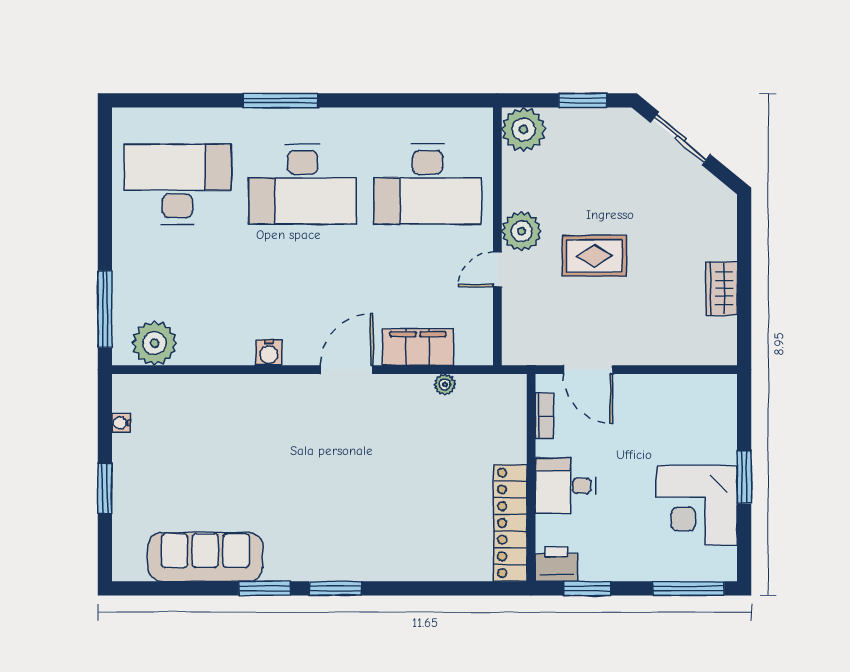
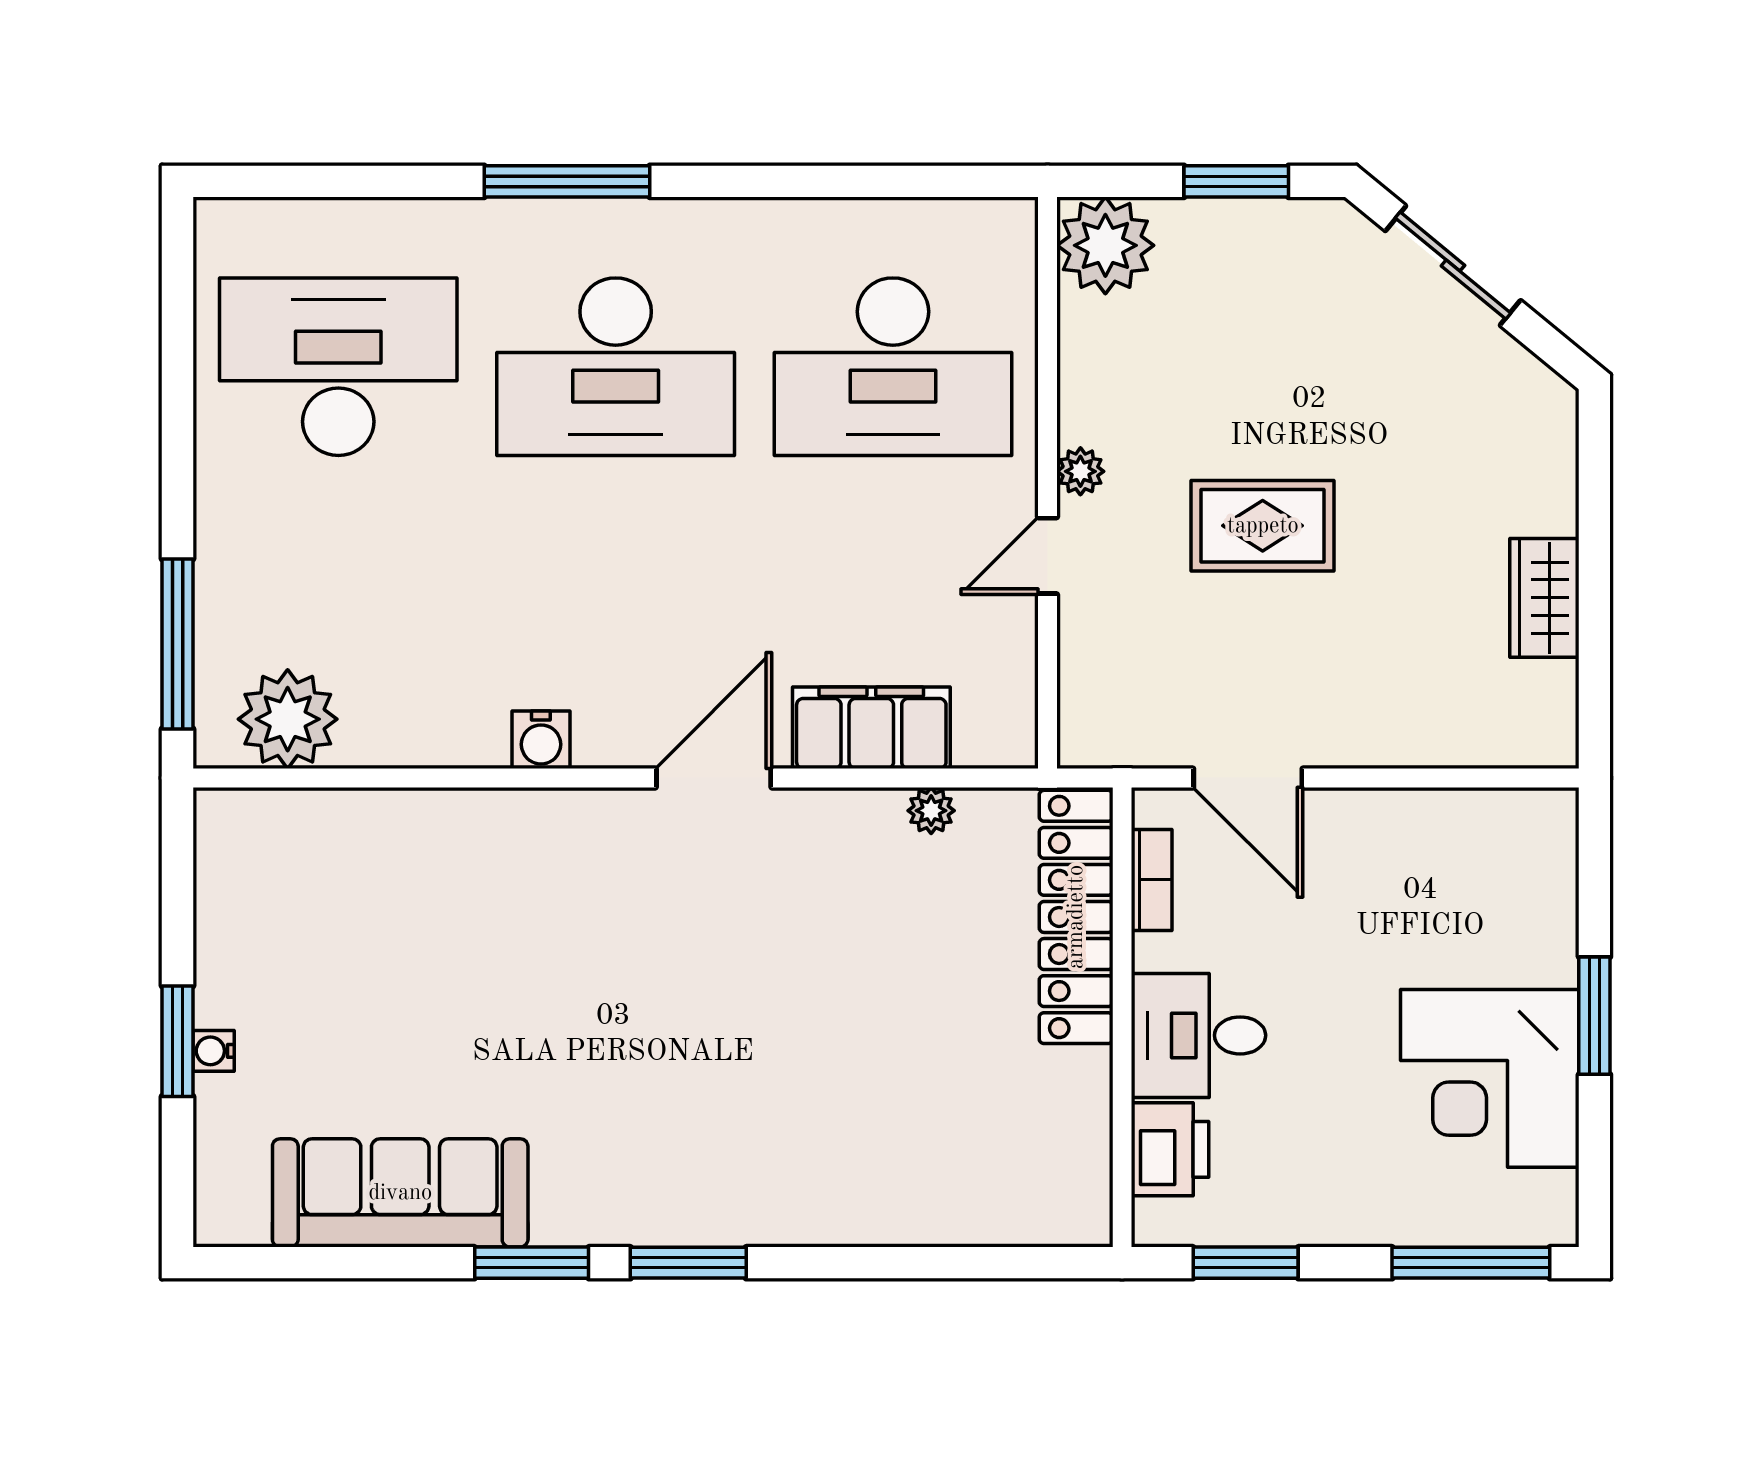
plant: (522, 231) -> (1080, 471), width x0.53, depth x0.53
water cooler: (121, 423) -> (214, 1051), moved
locker: (510, 523) -> (1076, 917), moved
printer: (556, 564) -> (1170, 1149), moved, turned 90

